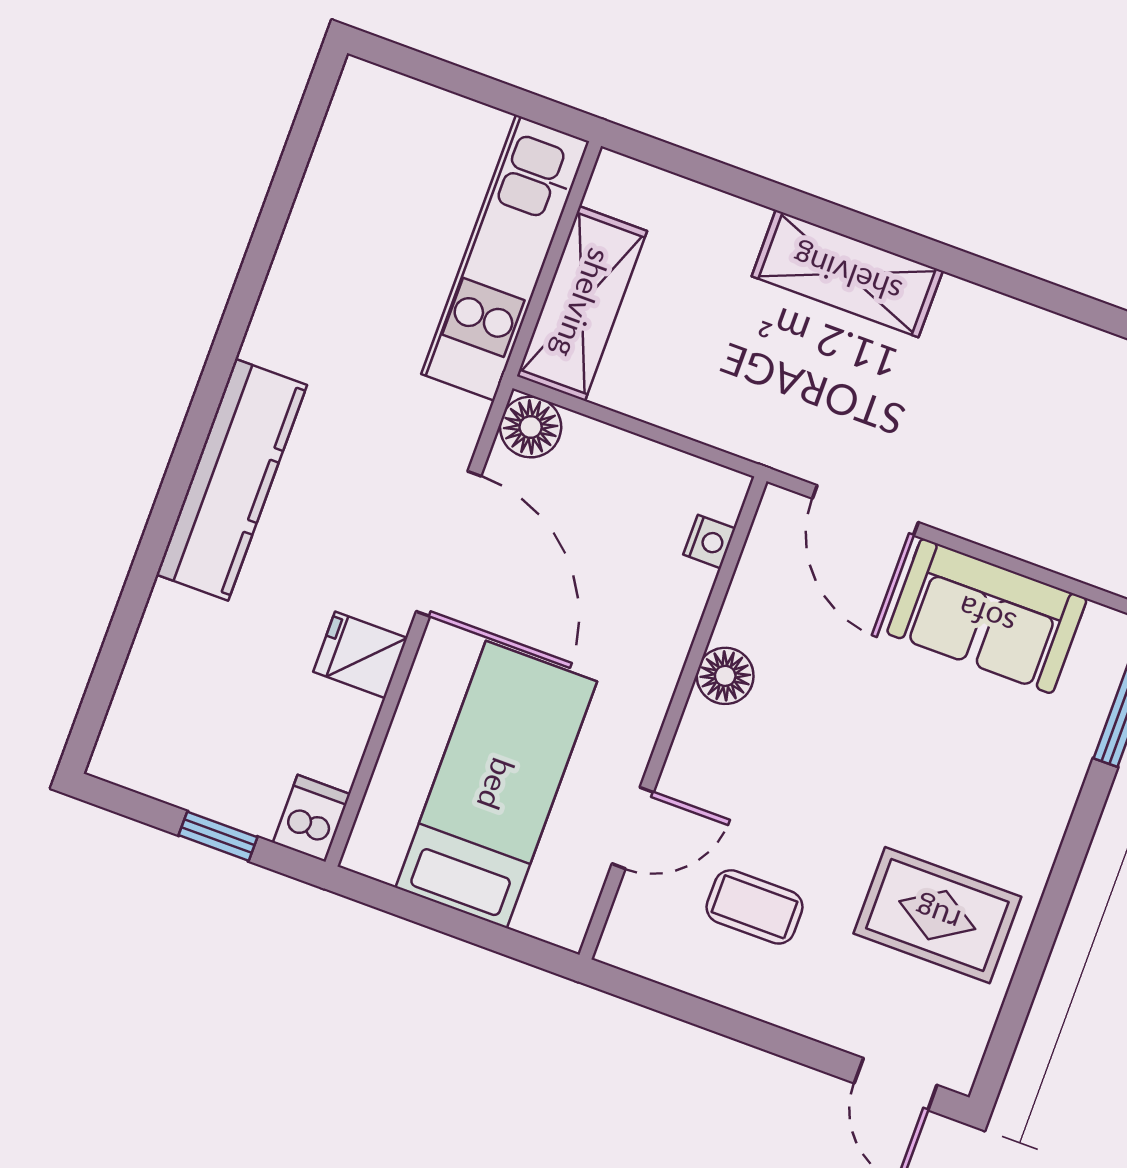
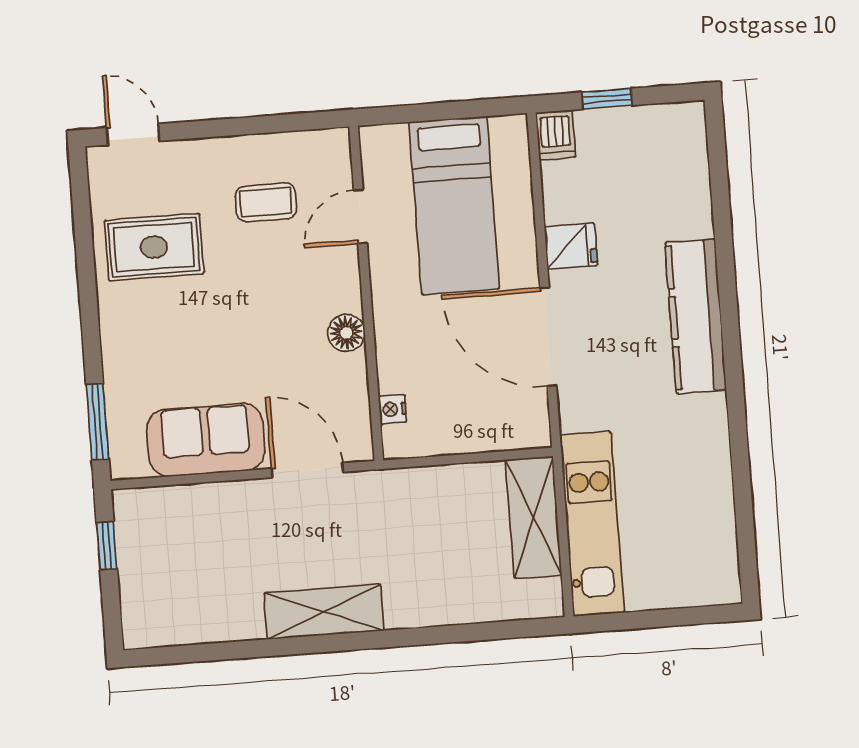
shelving: (847, 274) -> (324, 612), moved
floor lamp: (531, 427) -> (531, 429), removed

